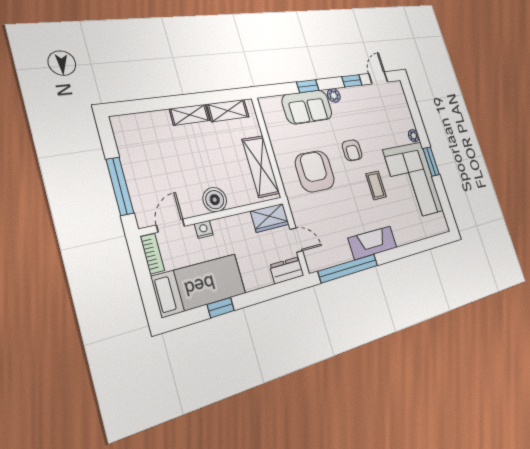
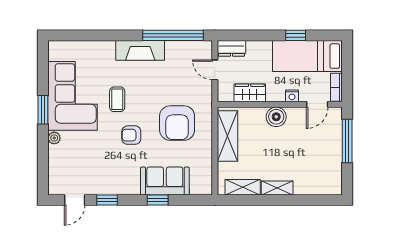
plant: (334, 95) -> (133, 188), removed
armchair: (352, 150) -> (131, 135), turned -90
wardrobe: (270, 218) -> (250, 93), moved

